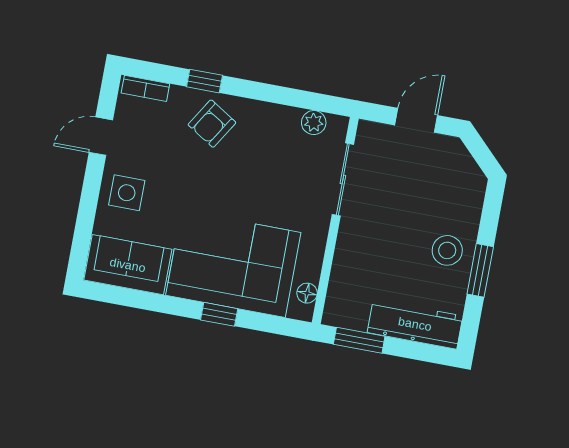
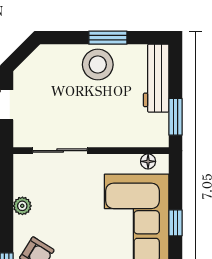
plant: (314, 123) -> (22, 206), moved
stool: (447, 250) -> (98, 65), width x1.38, depth x1.38

